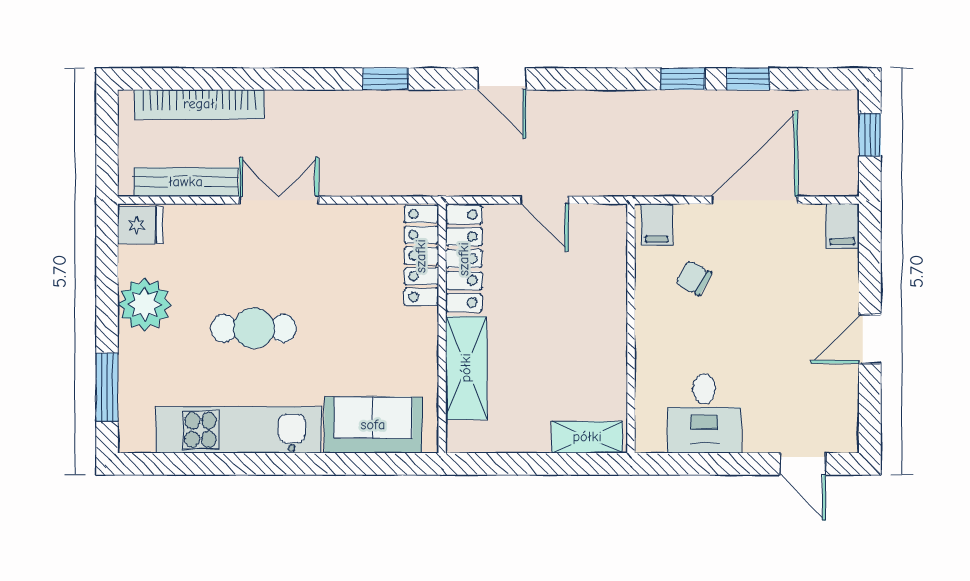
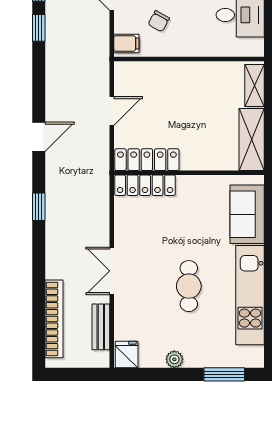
bench: (186, 182) -> (101, 327), width x0.73
plant: (145, 304) -> (174, 359), width x0.53, depth x0.53
shelving: (466, 368) -> (252, 140), moved, turned 90

